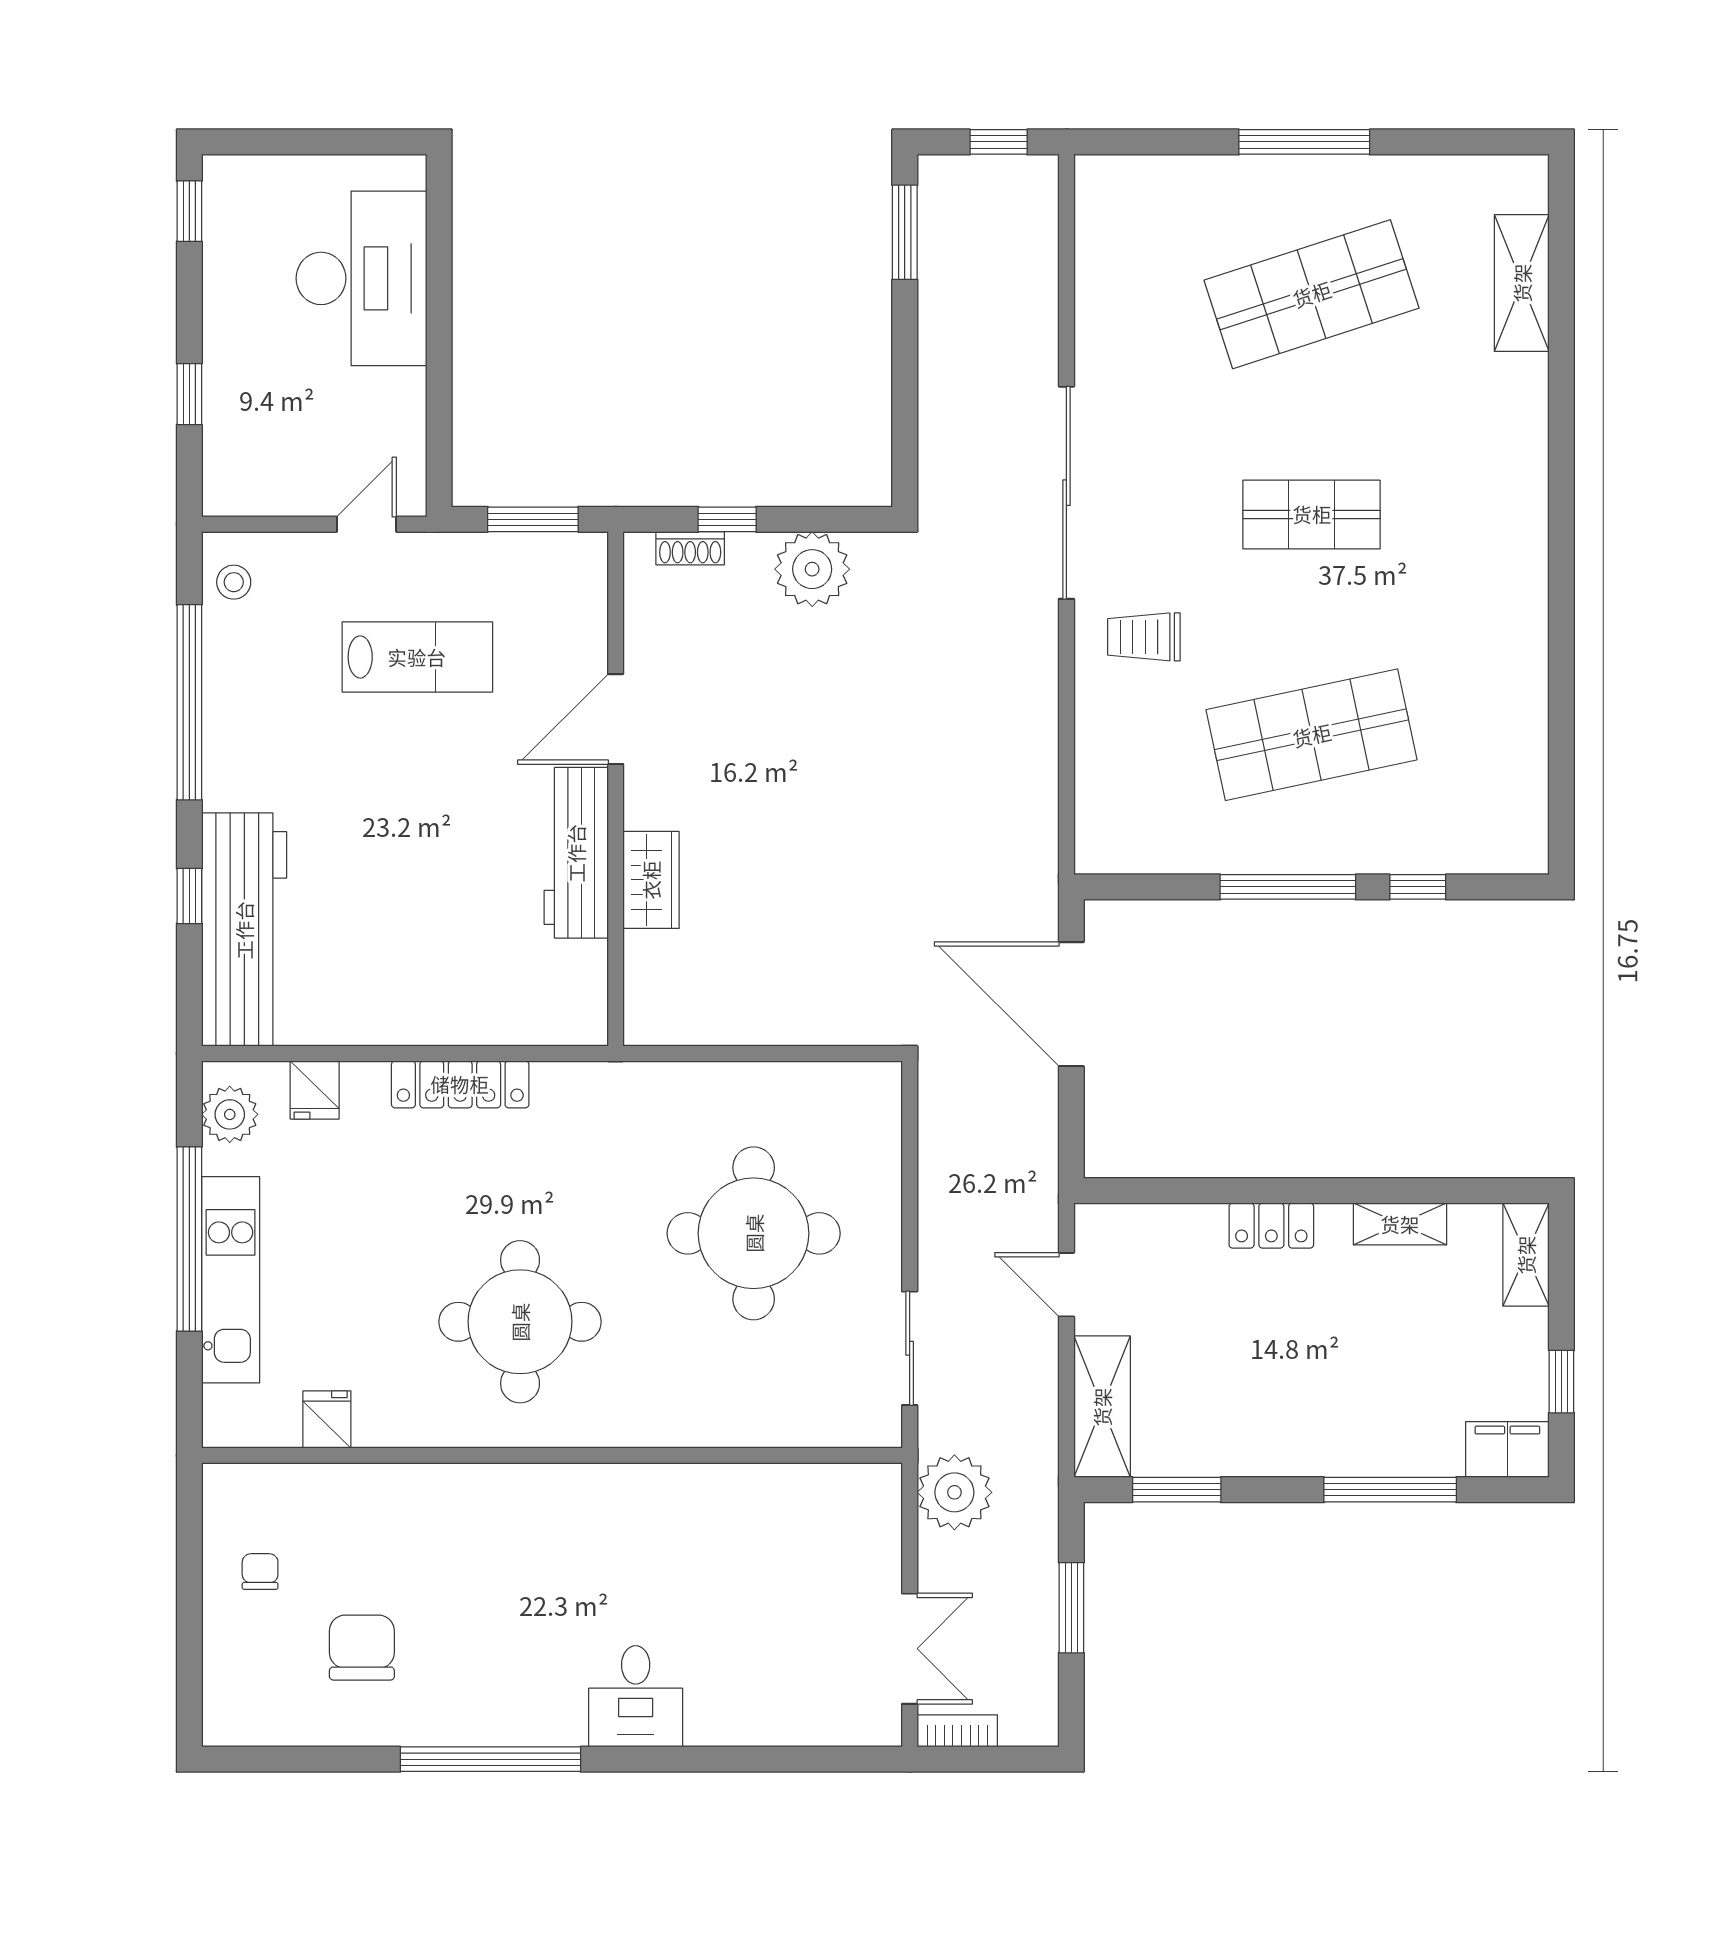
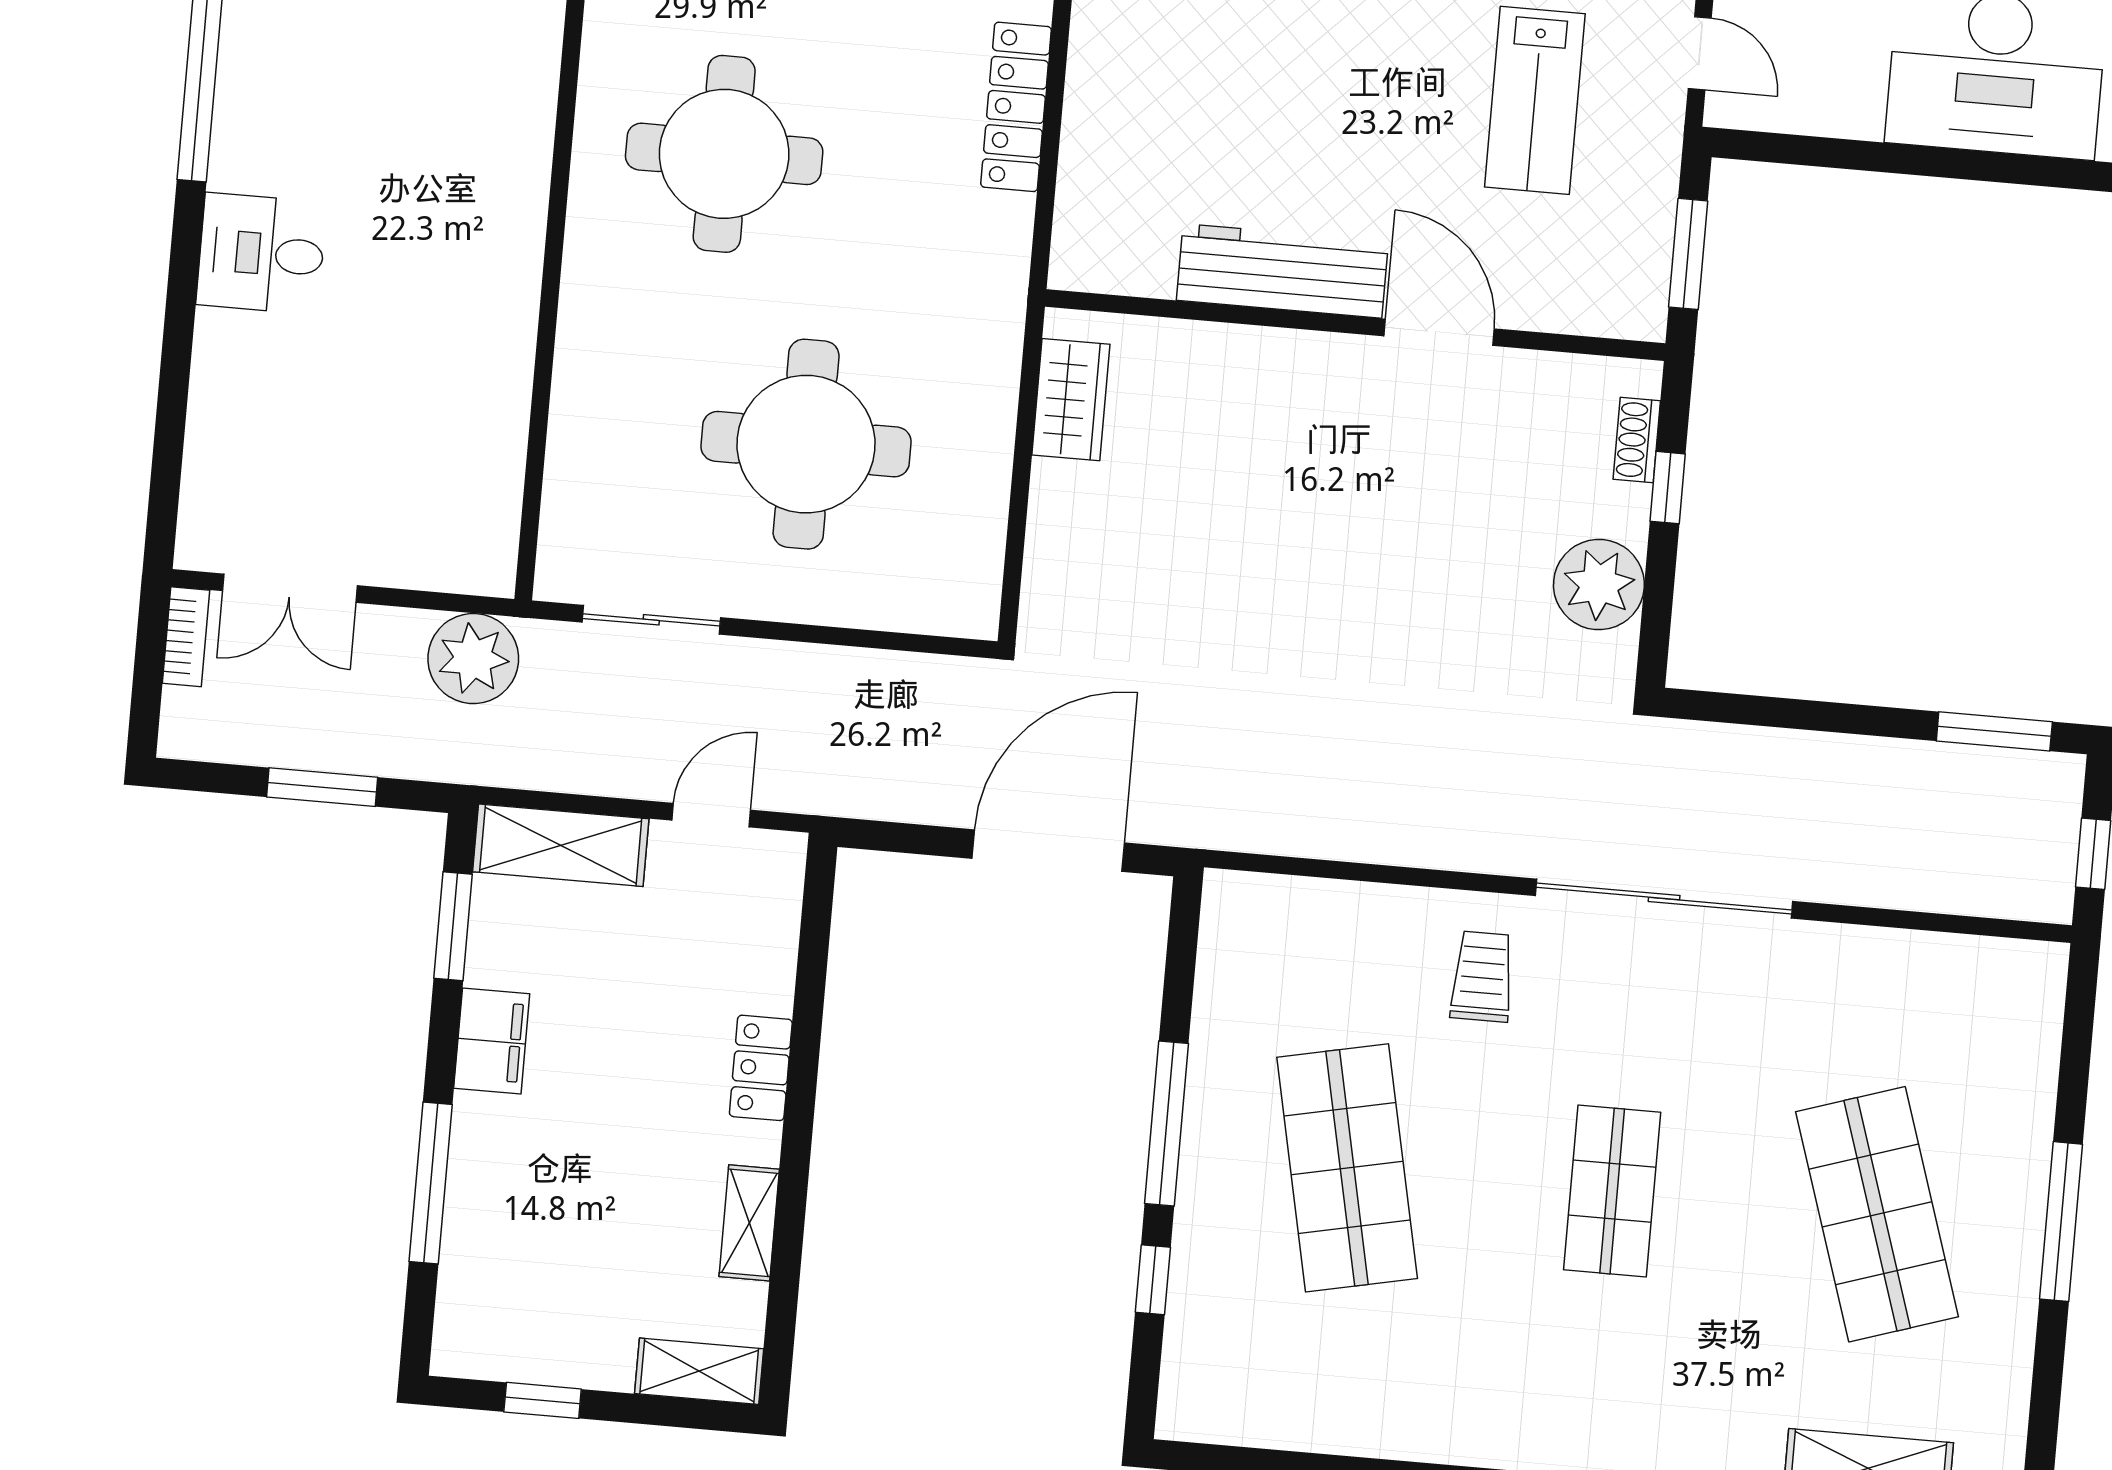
wardrobe: (651, 880) -> (1071, 400), moved, turned -90
filing cabinet: (1507, 1450) -> (492, 1041), moved

